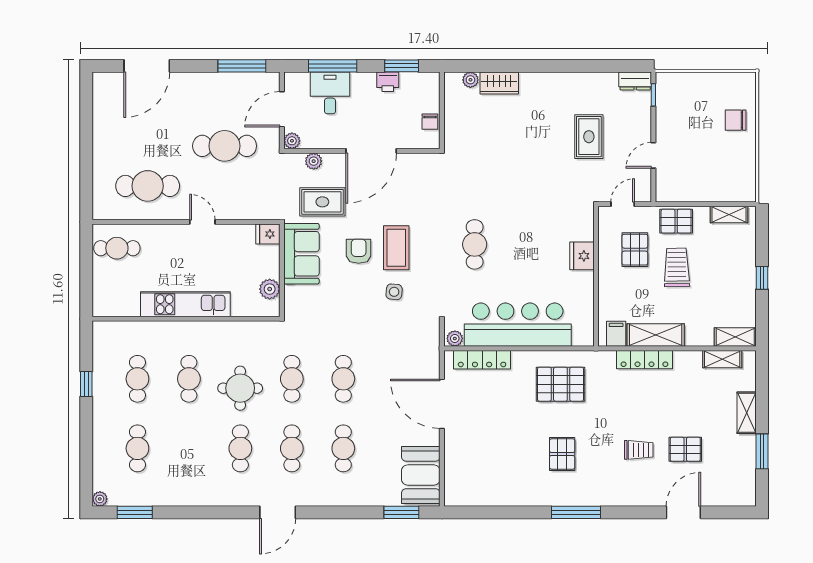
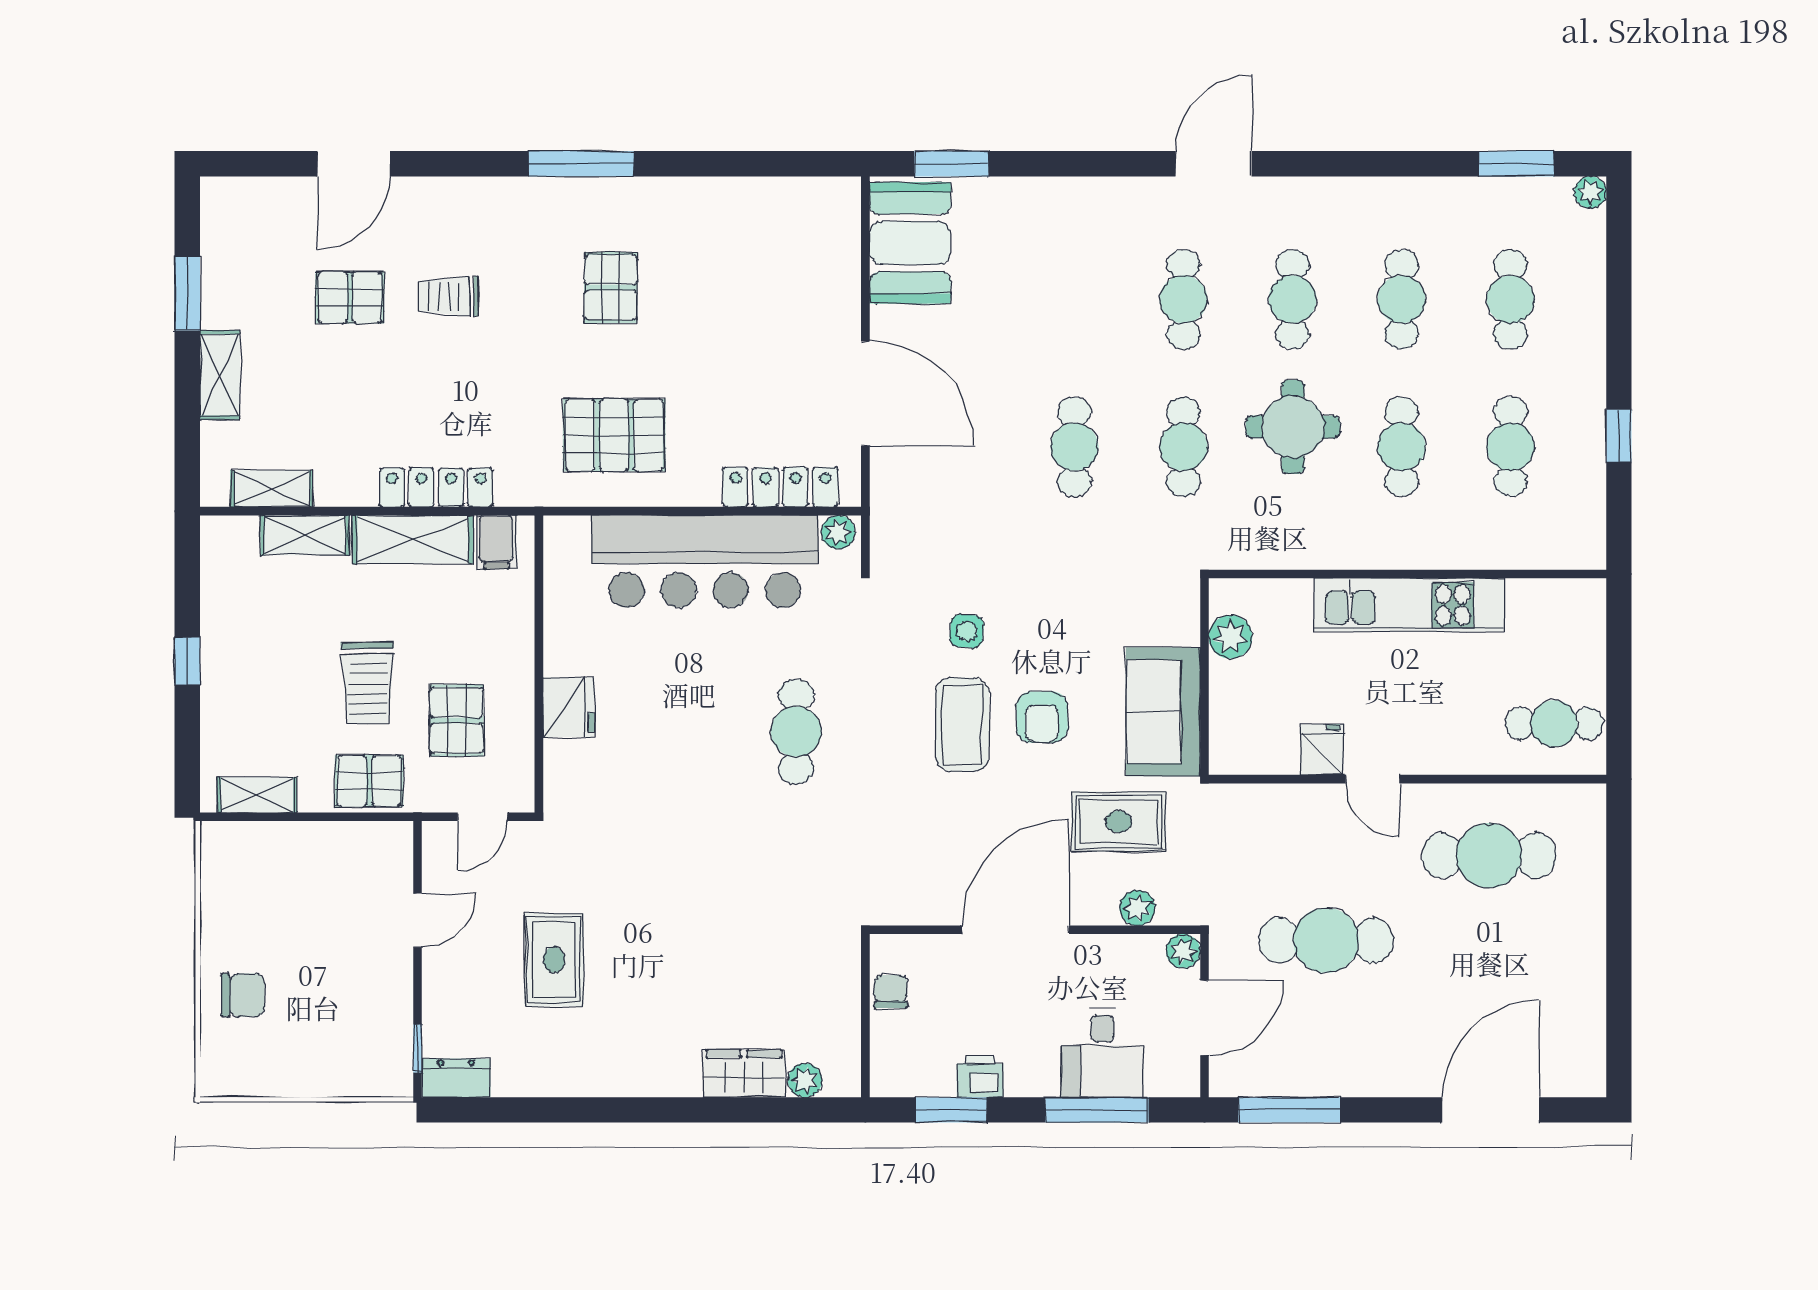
fridge: (268, 234) -> (1322, 750), moved, turned -90
shelving: (735, 337) -> (305, 535), moved
cafe table: (343, 448) -> (1401, 299), moved

